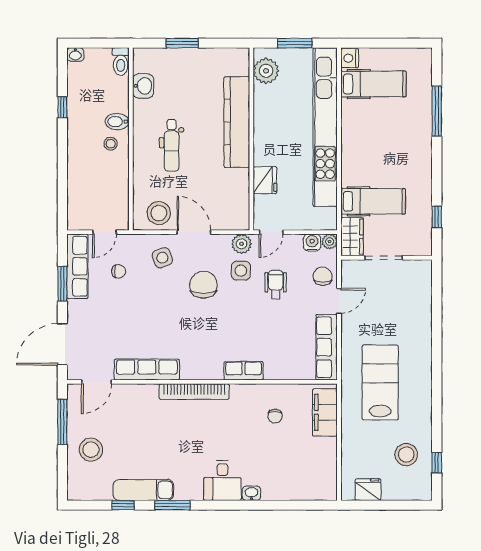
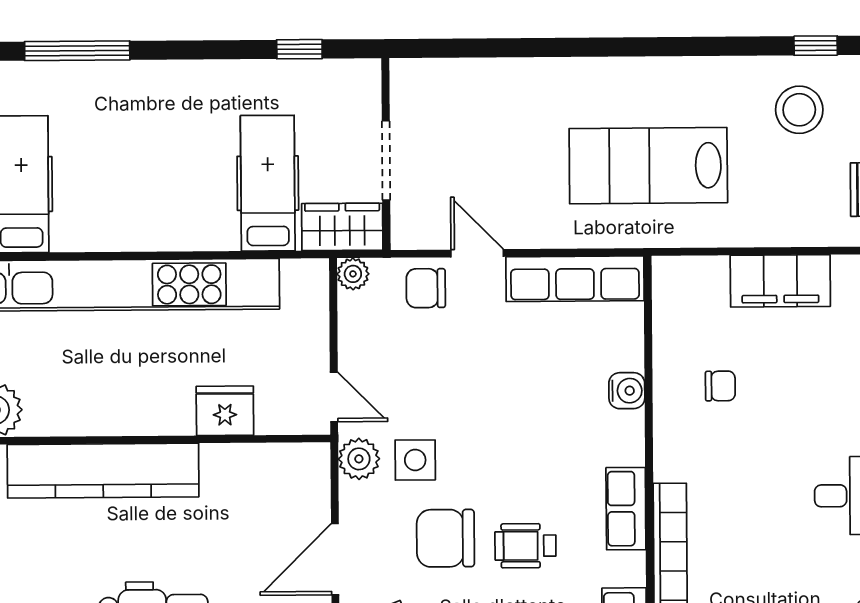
water cooler: (312, 243) -> (627, 391), moved, turned 180
wheelchair: (276, 285) -> (525, 546), moved
row of seats: (244, 371) -> (626, 509), moved
filing cabinet: (325, 412) -> (780, 281), moved

